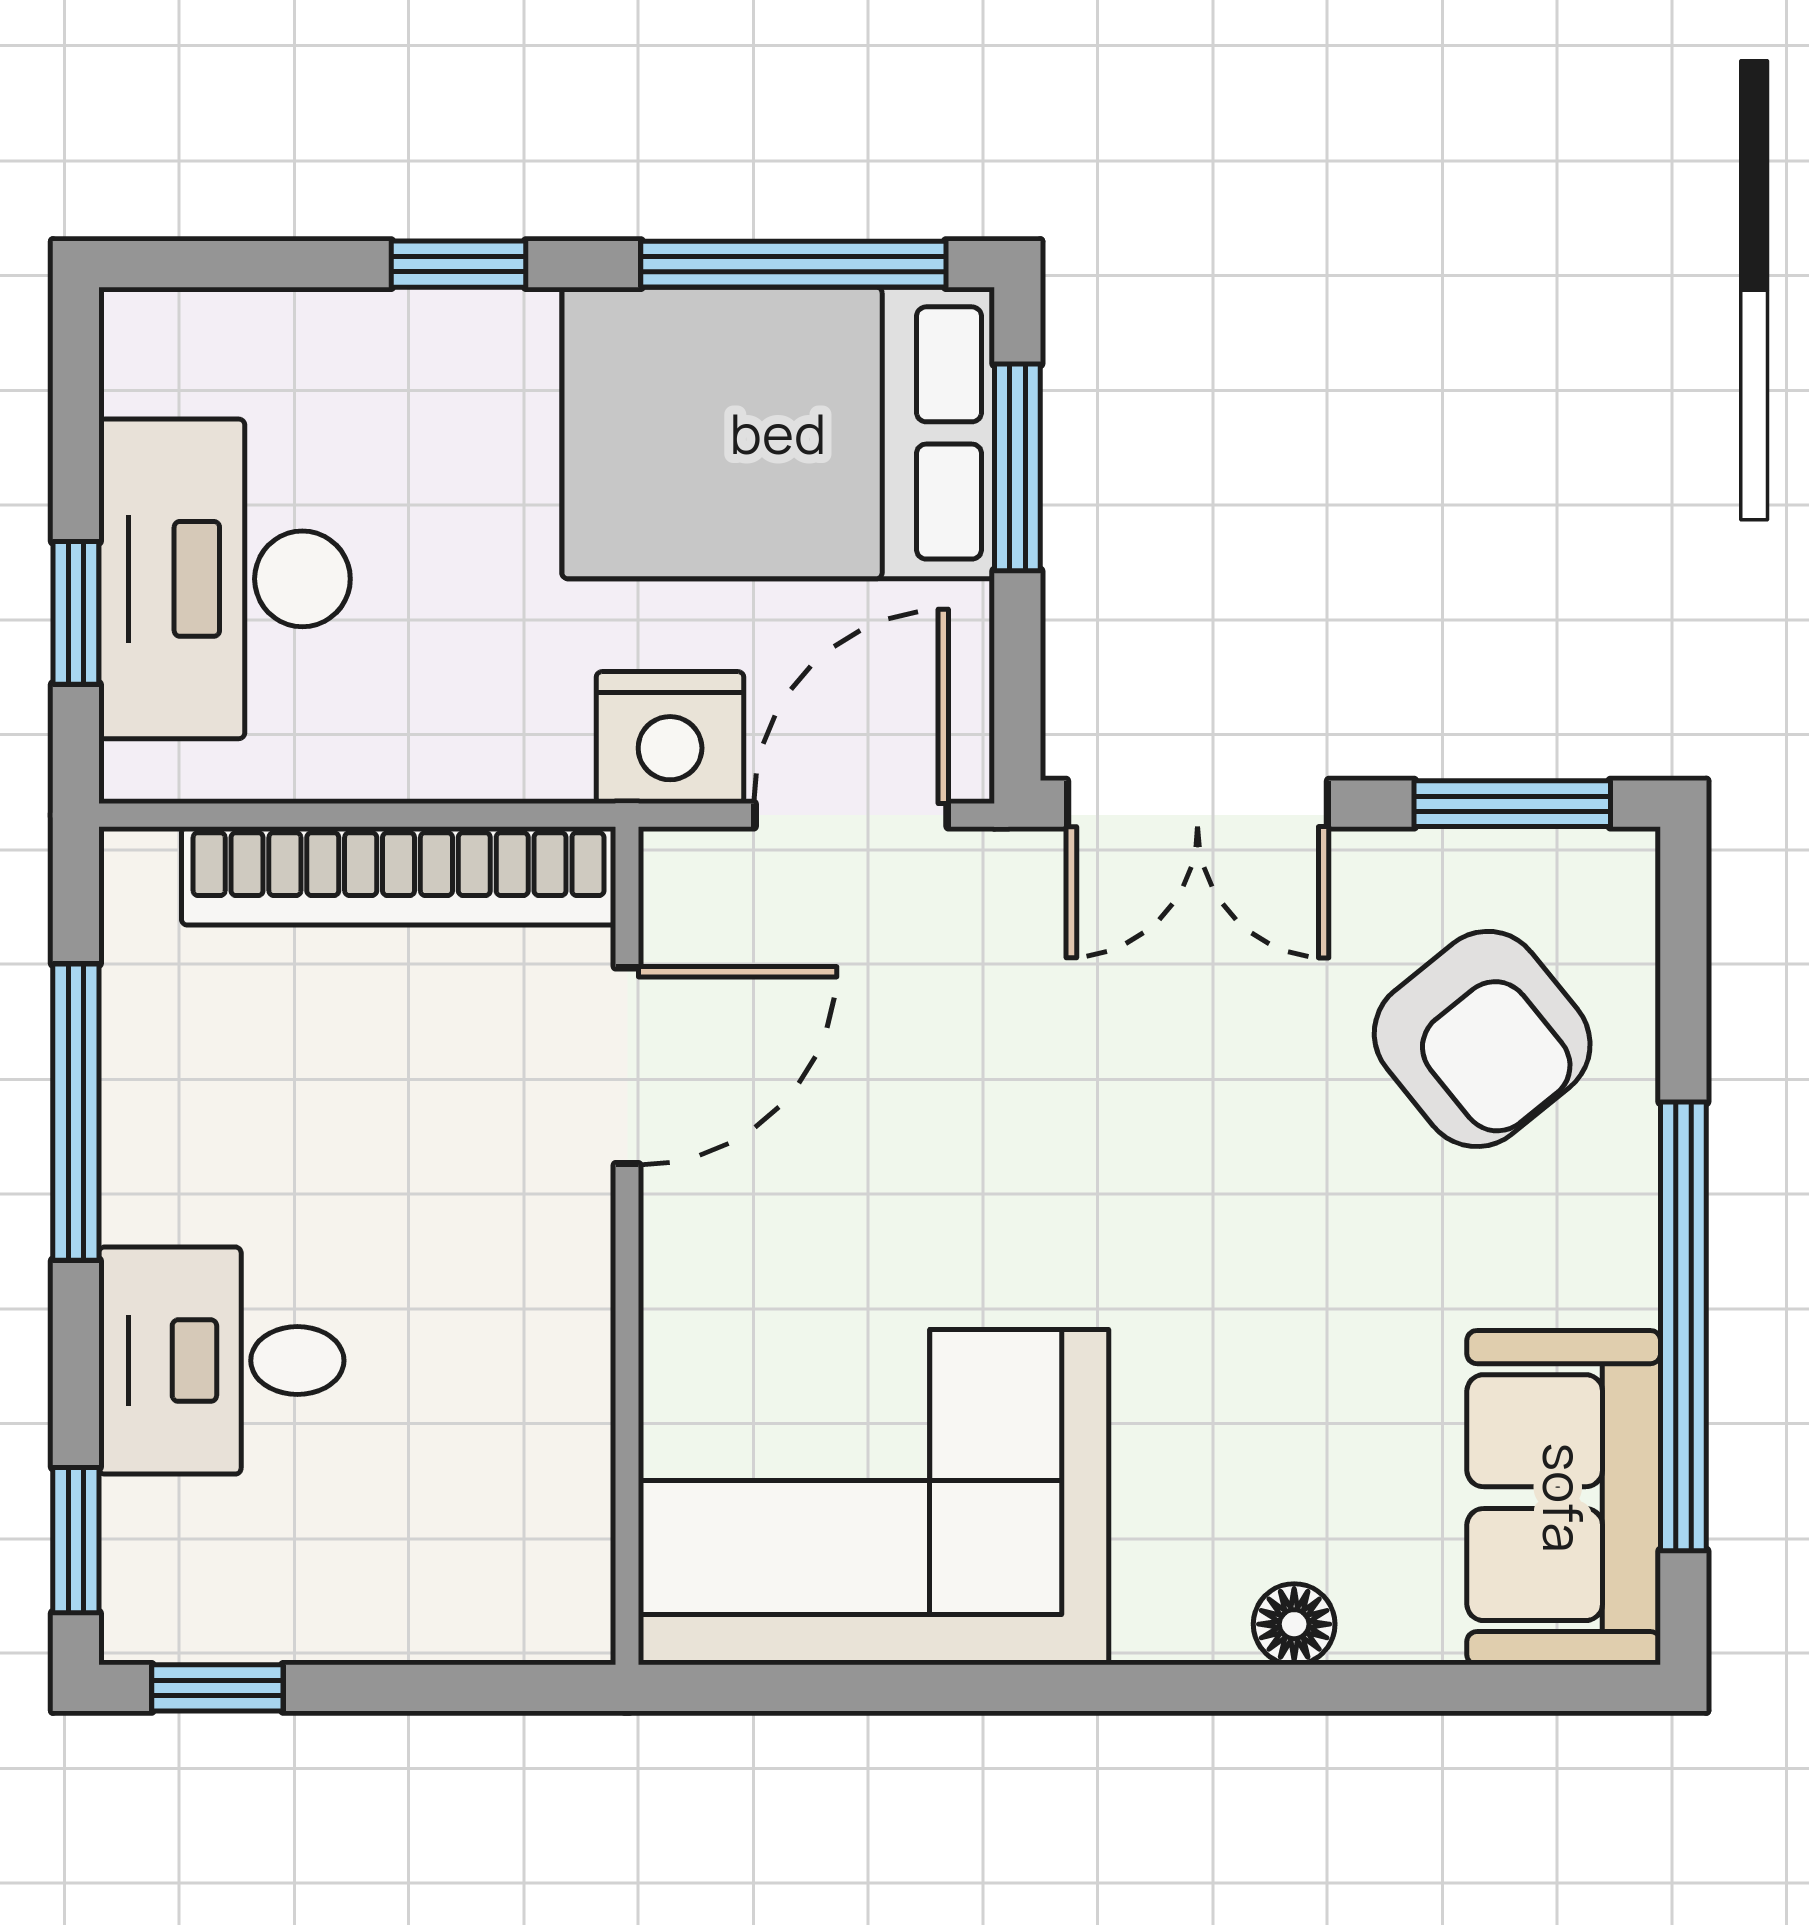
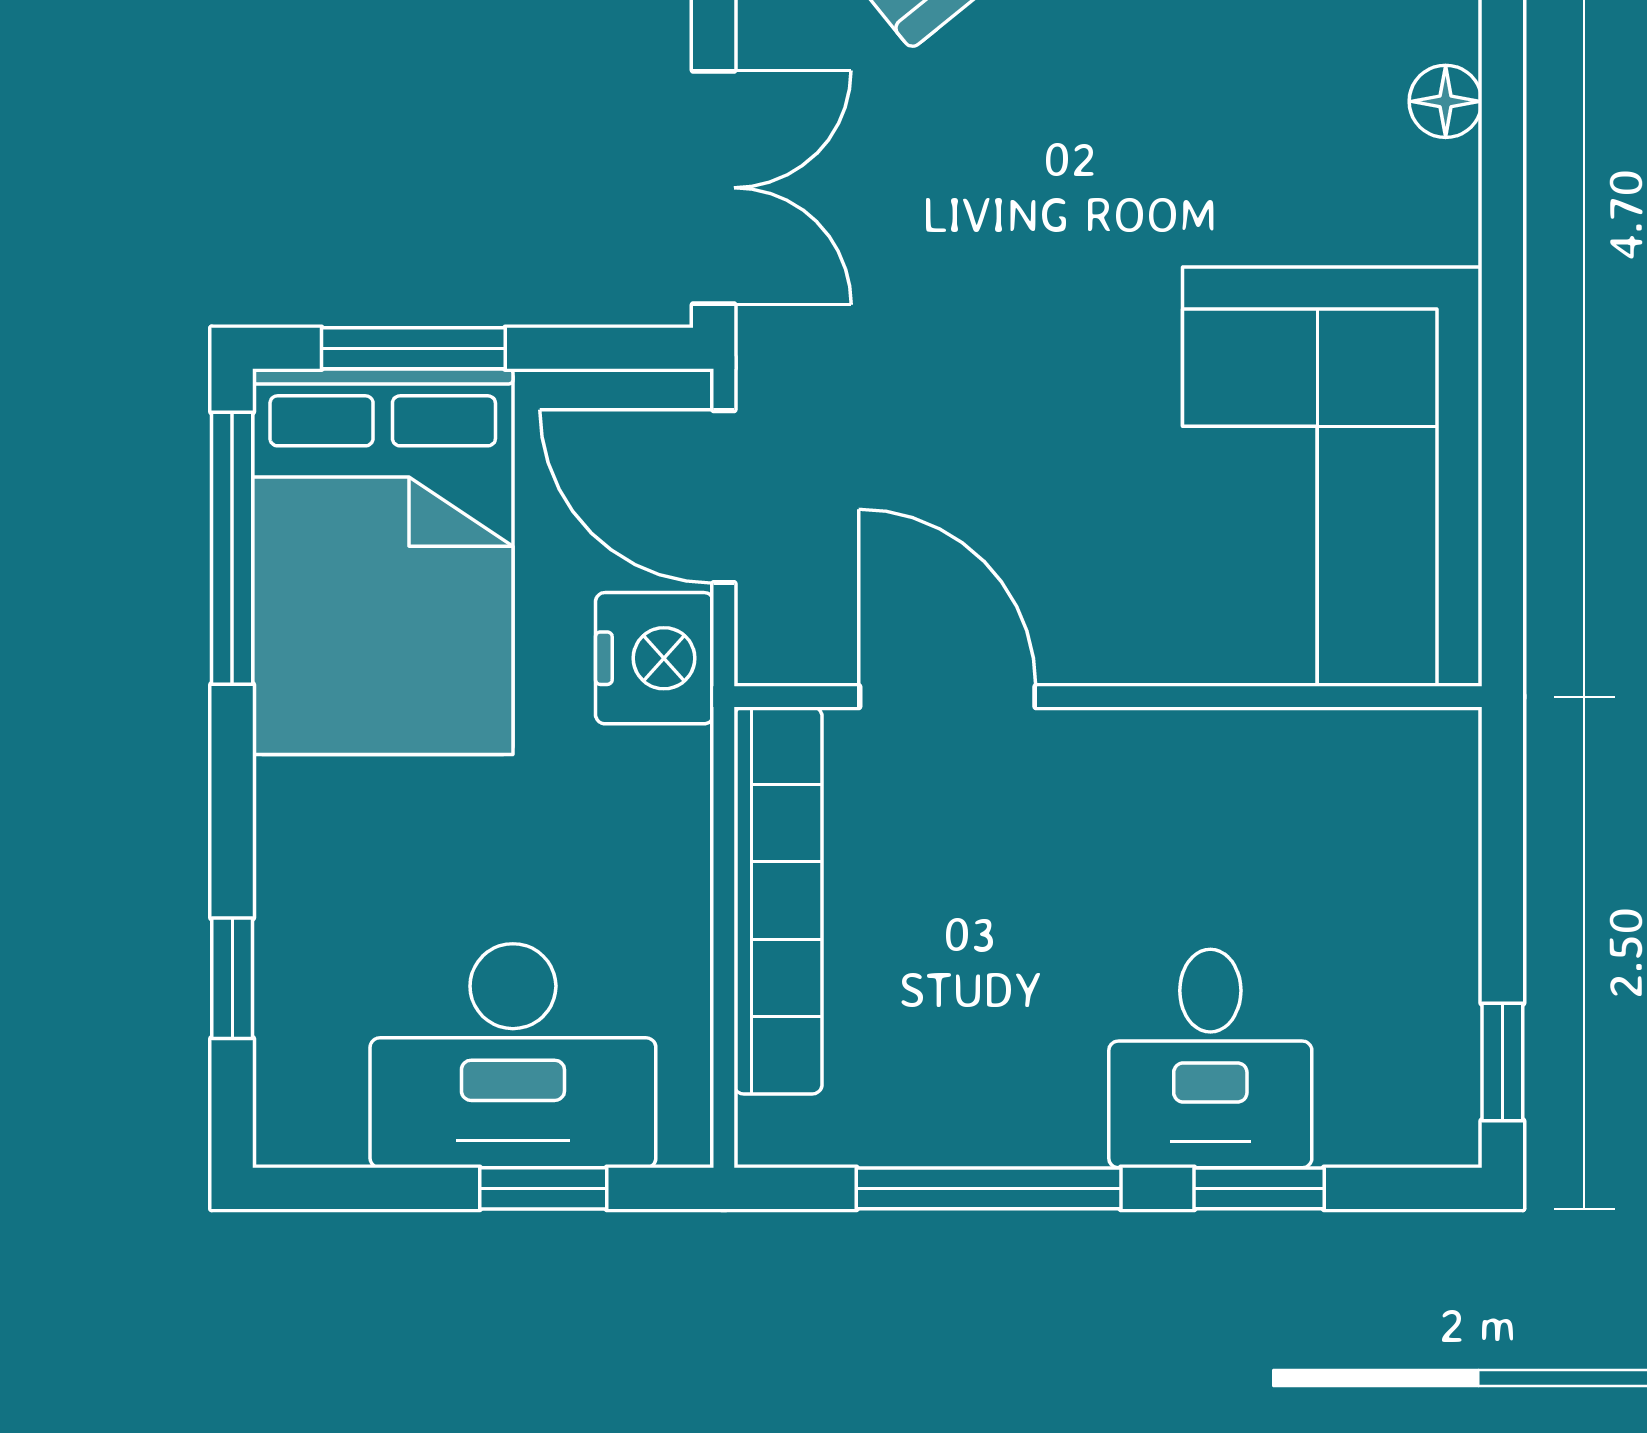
window: (459, 264) -> (232, 978), moved
window: (76, 1540) -> (1259, 1188), moved

